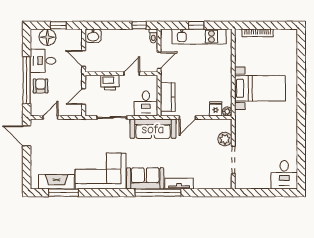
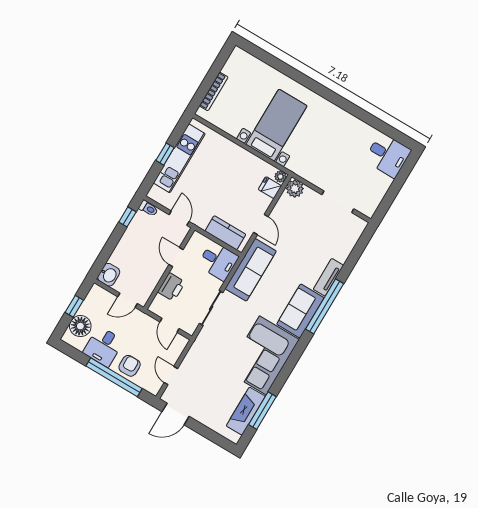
armchair: (41, 86) -> (130, 366), turned 90
plant: (225, 139) -> (295, 189), moved

